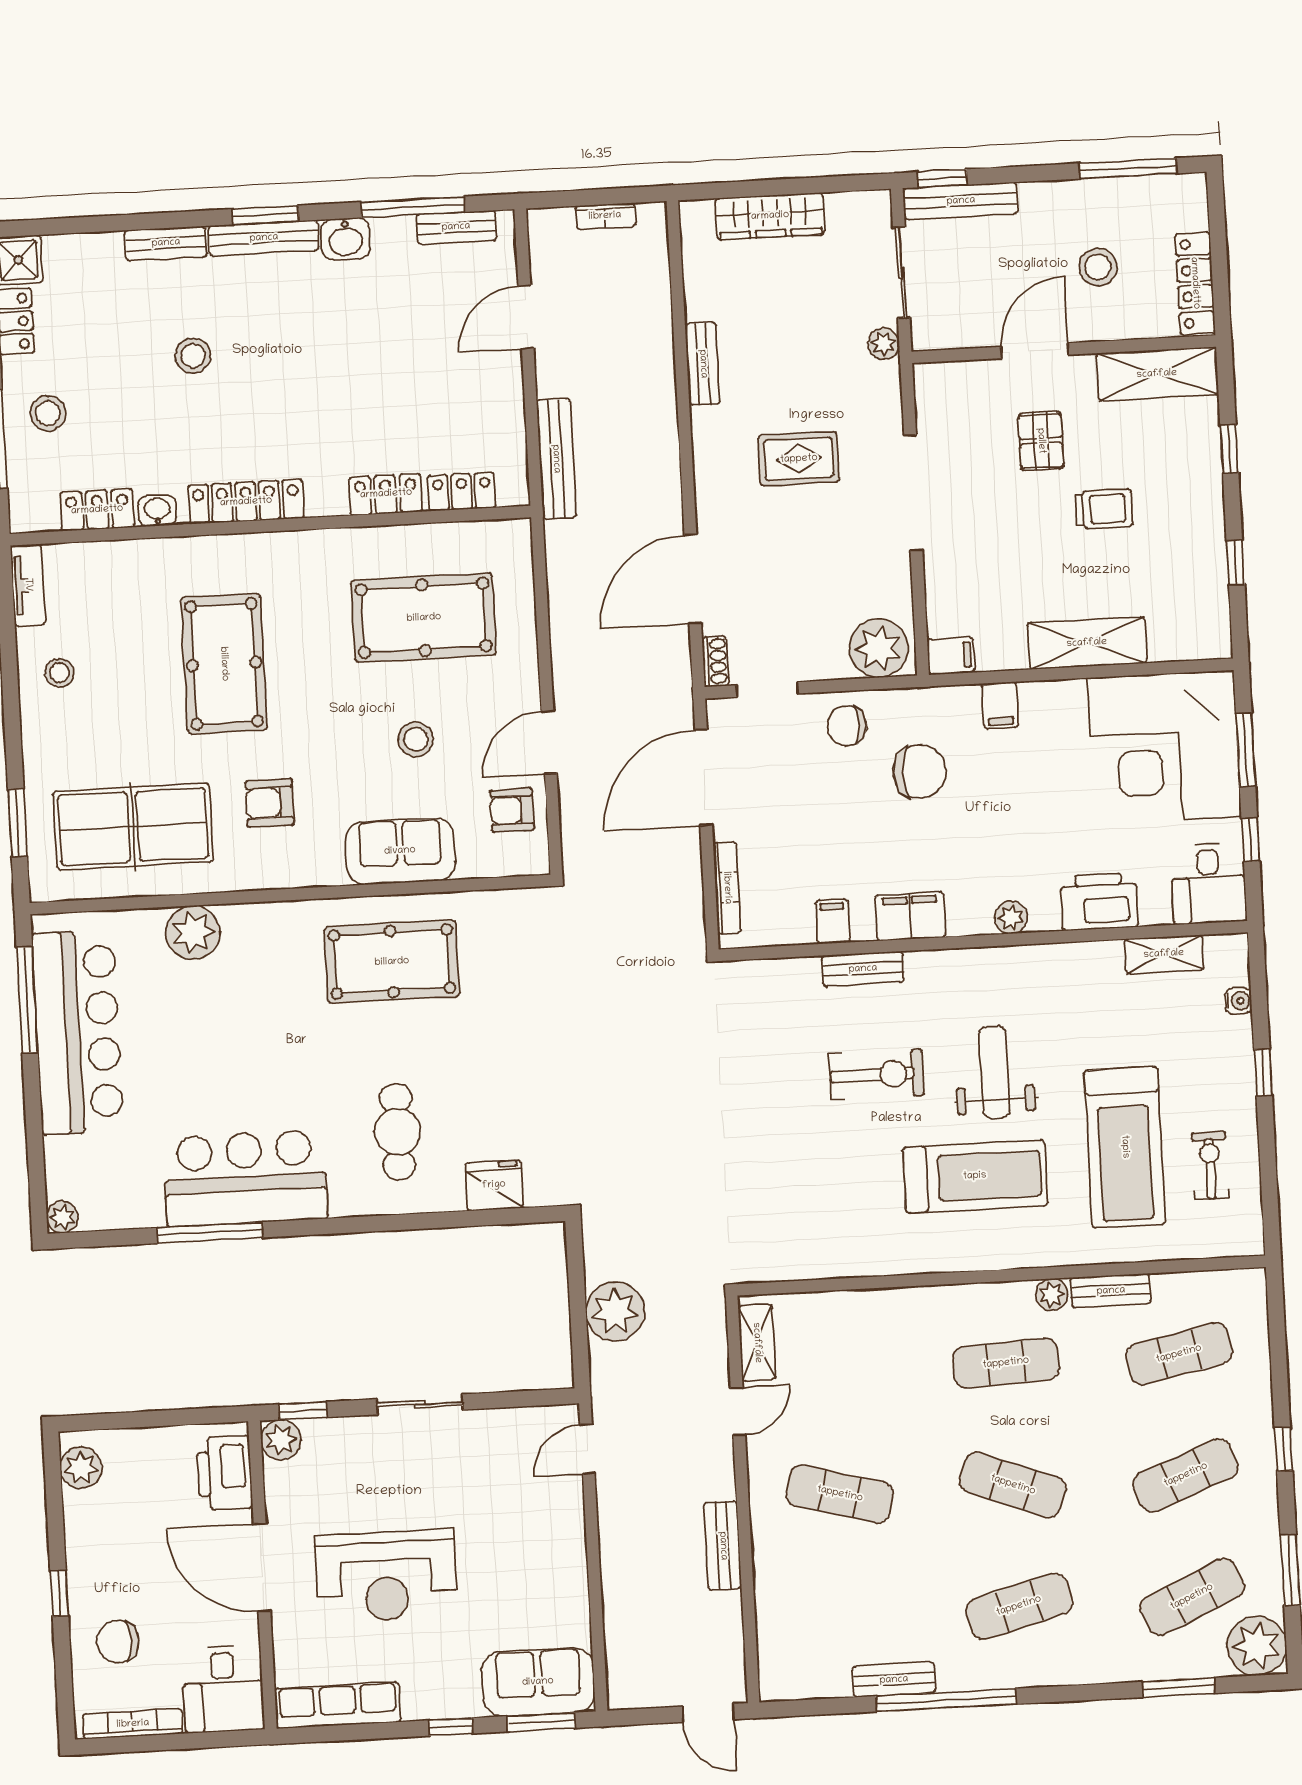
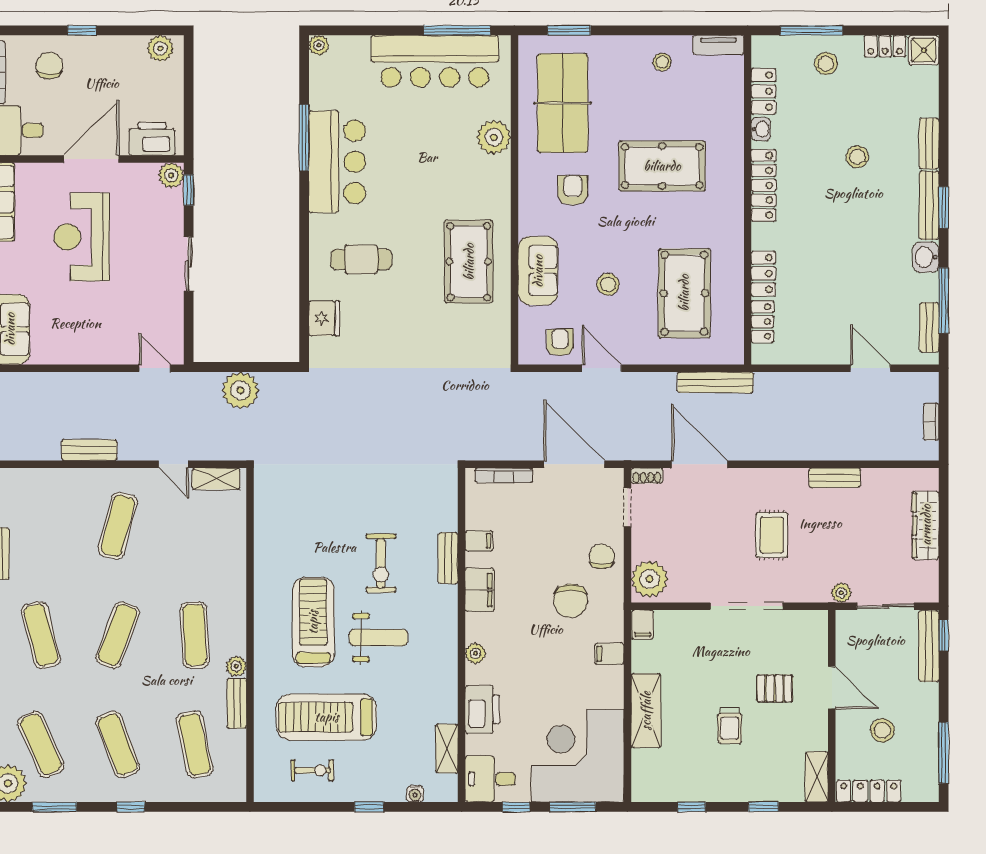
shelving: (1157, 374) -> (817, 777), width x0.67, depth x0.75
bench: (556, 459) -> (715, 382), moved
treadmill: (975, 1176) -> (313, 622), turned 180

